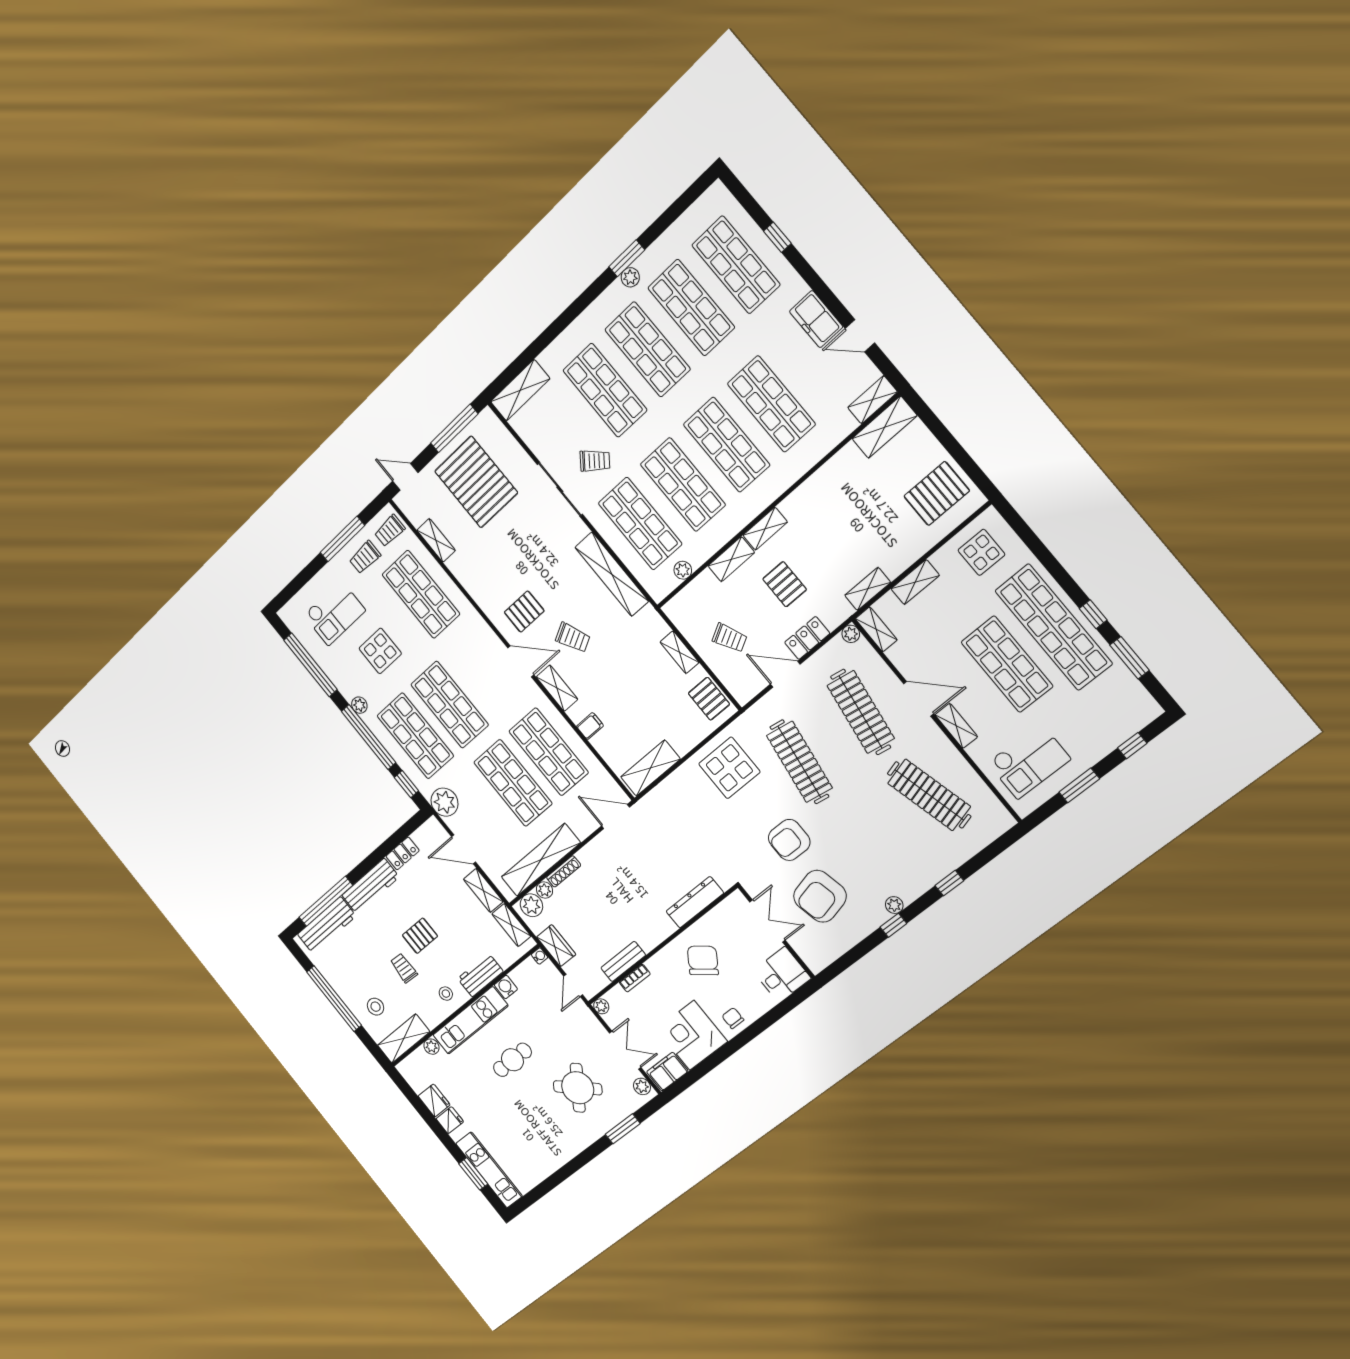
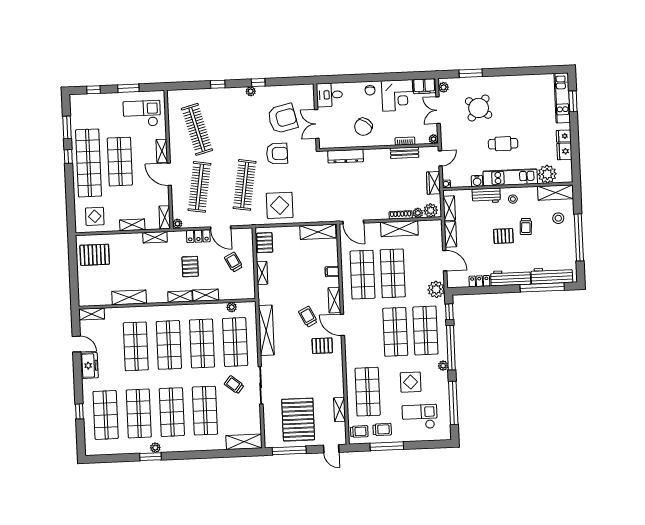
shelving: (885, 427) -> (129, 297), moved
shelving: (541, 860) -> (399, 229), width x0.68
plant: (431, 1047) -> (547, 174), width x1.87, depth x1.87

